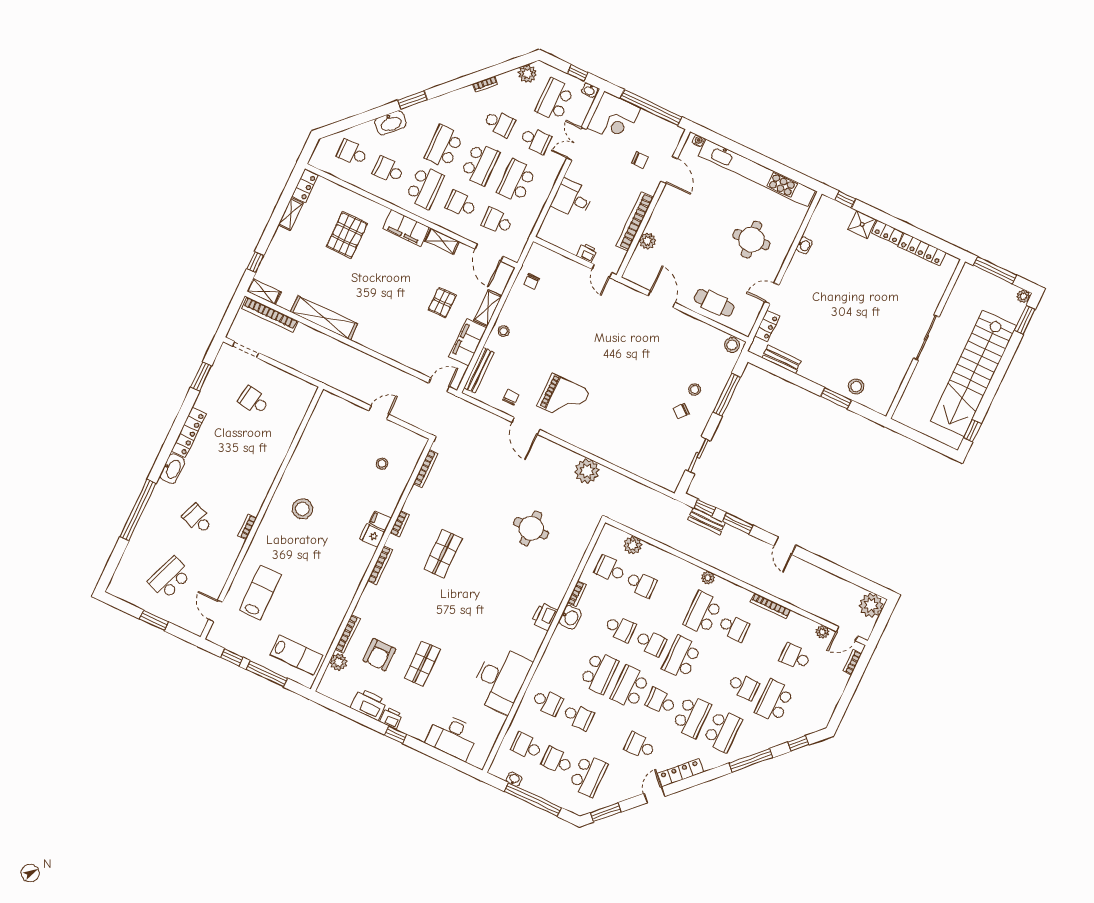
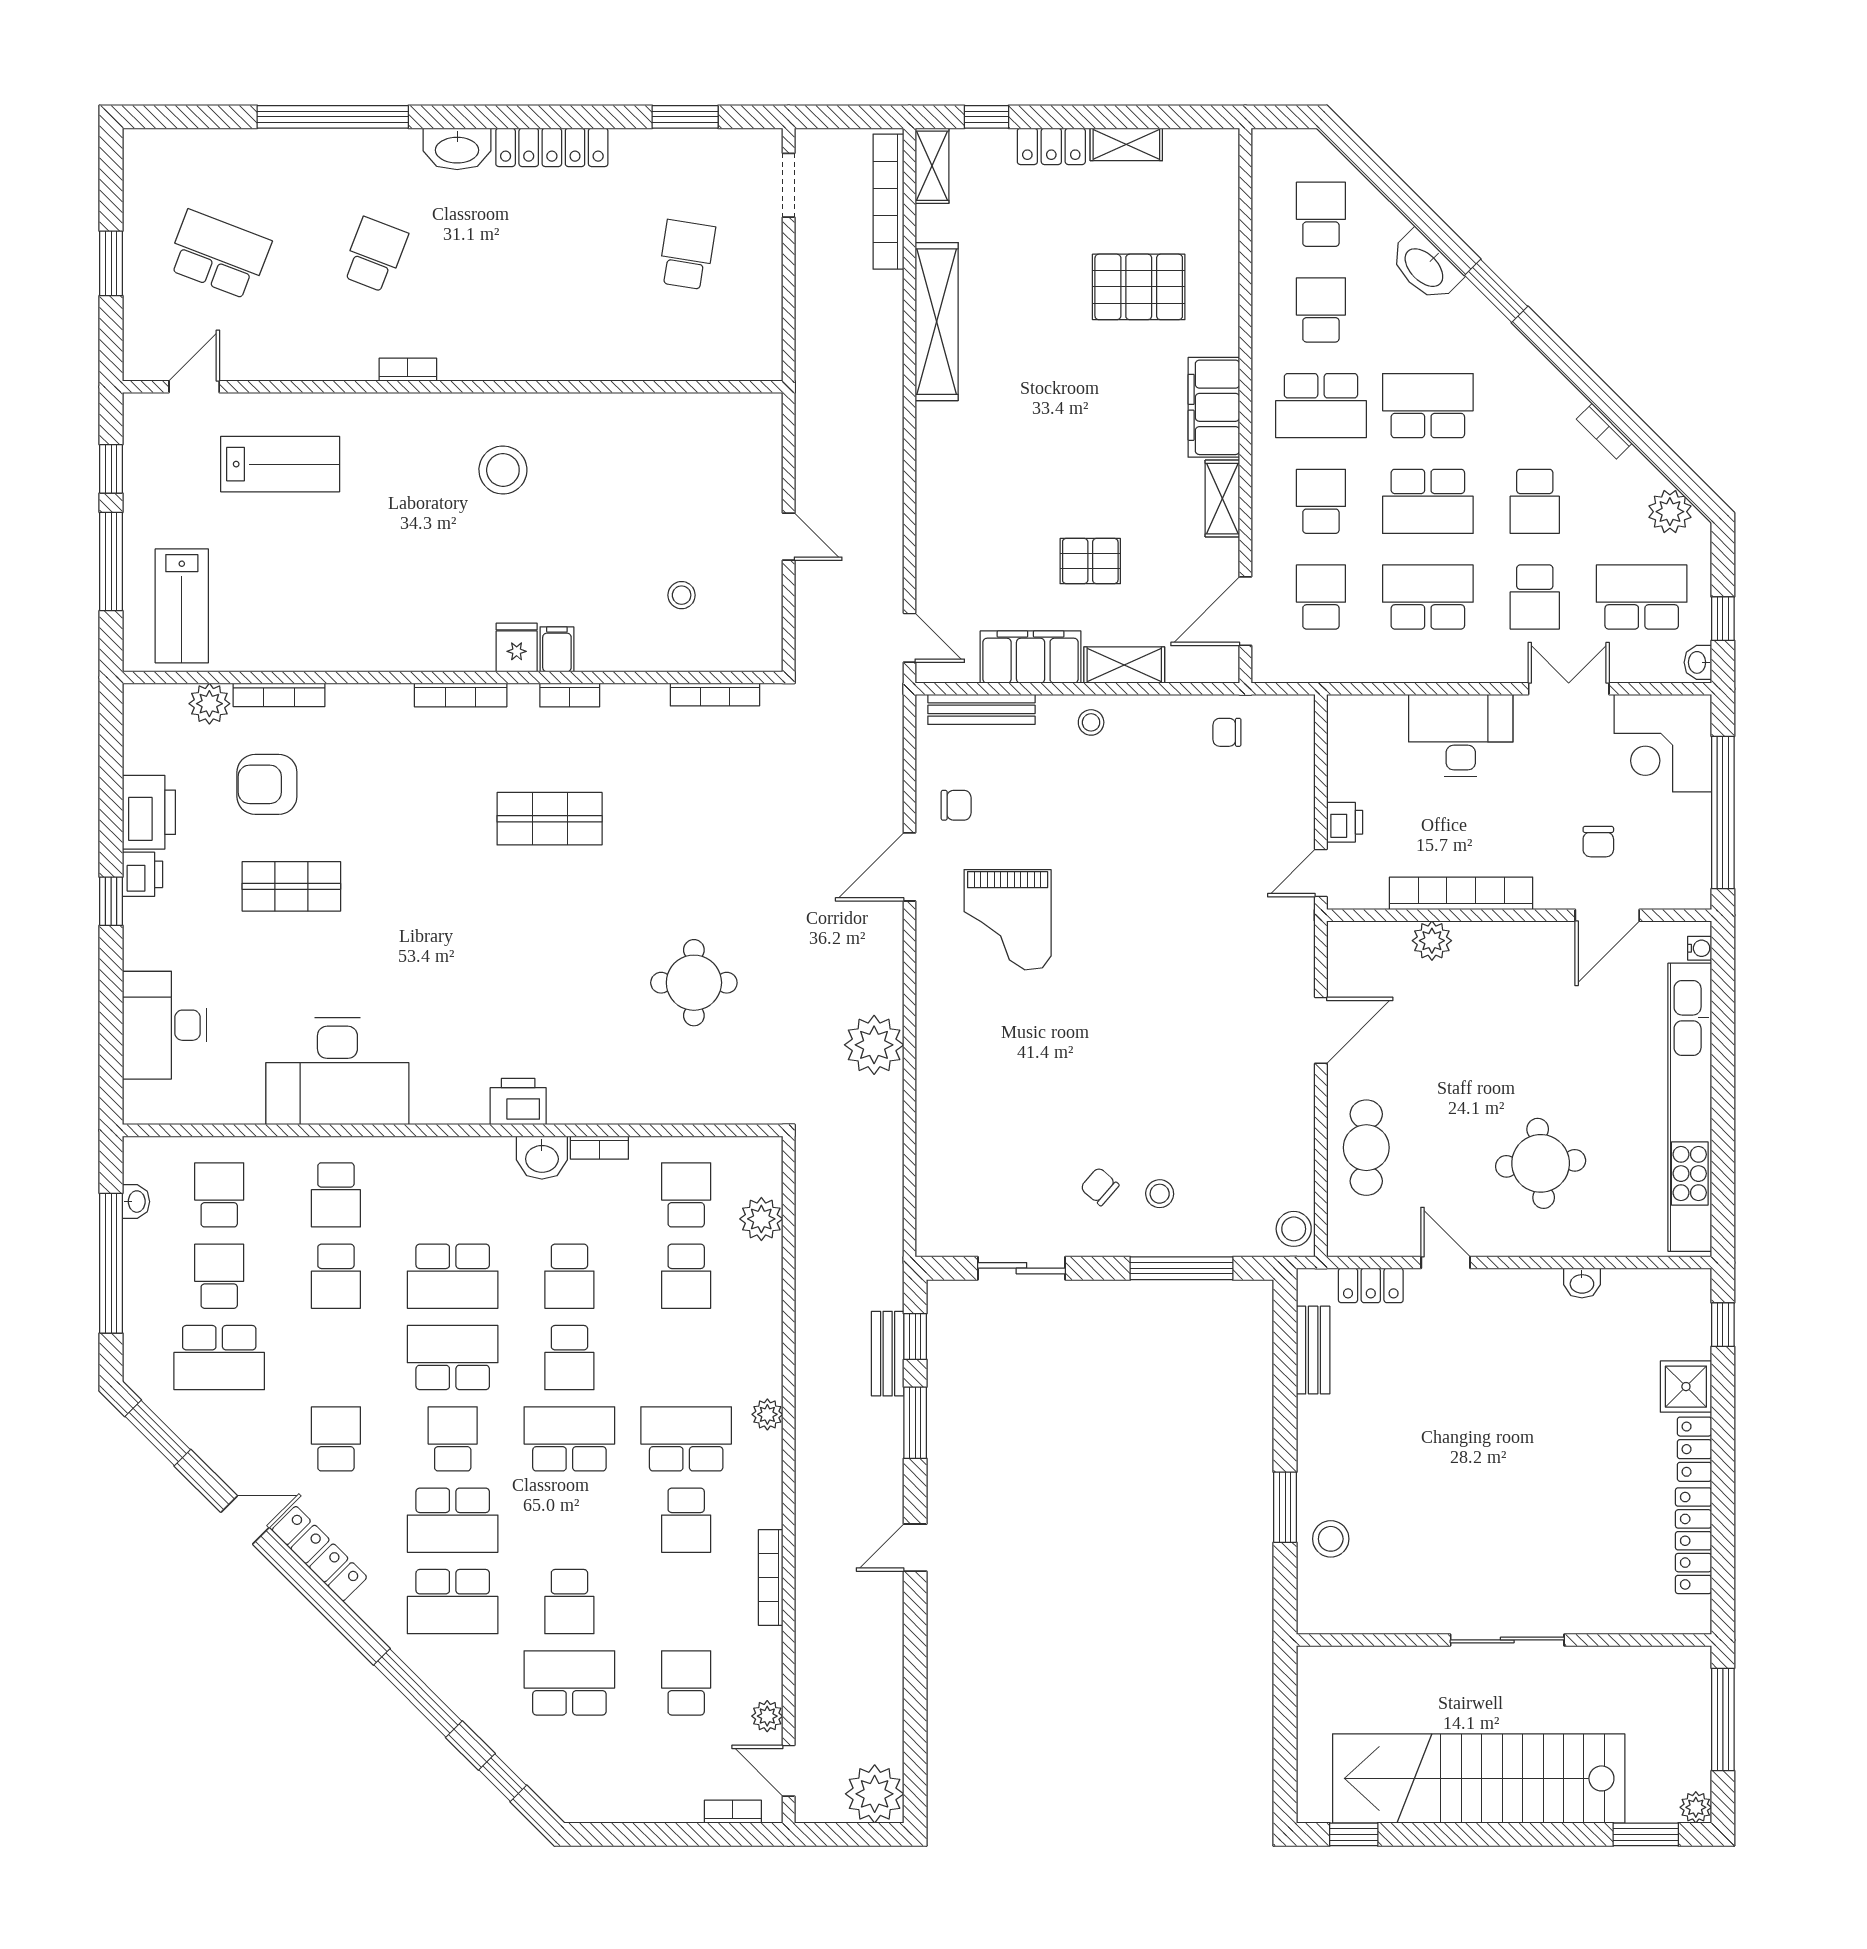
locker: (305, 186) -> (1051, 146), moved
desk: (572, 199) -> (1461, 735), width x1.37

